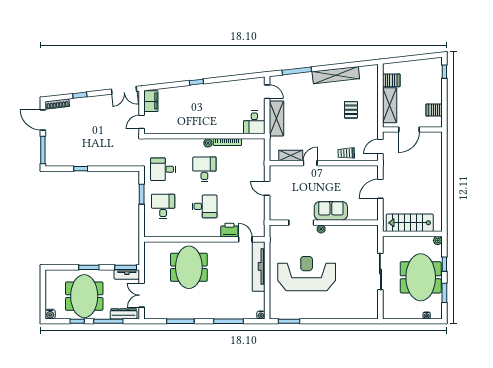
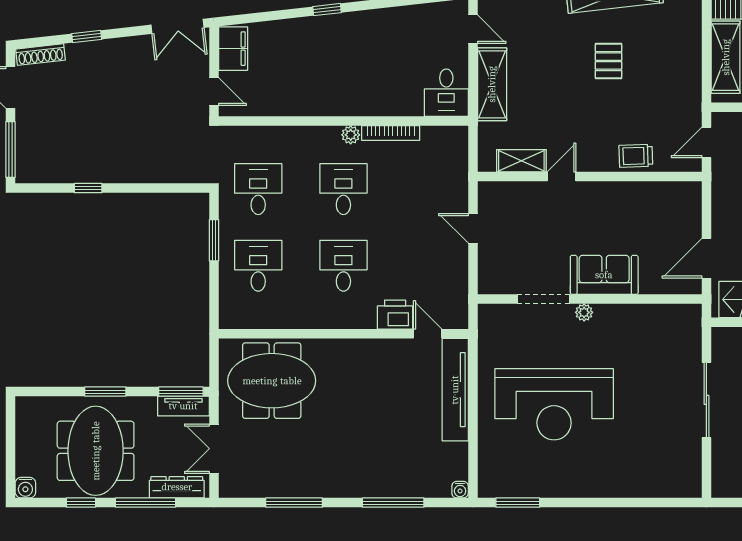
pallet: (351, 110) -> (609, 61), moved
door: (142, 122) -> (214, 92), swing flipped
desk: (163, 169) -> (258, 189), turned 90
door: (380, 189) -> (706, 258), moved
desk: (204, 206) -> (343, 266), turned -90
meeting table: (189, 267) -> (272, 381), moved, turned 90
reception desk: (307, 274) -> (554, 404), turned 180

